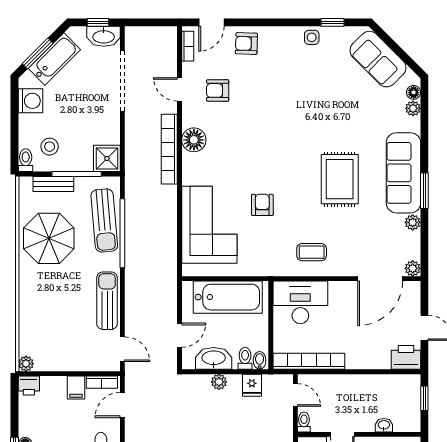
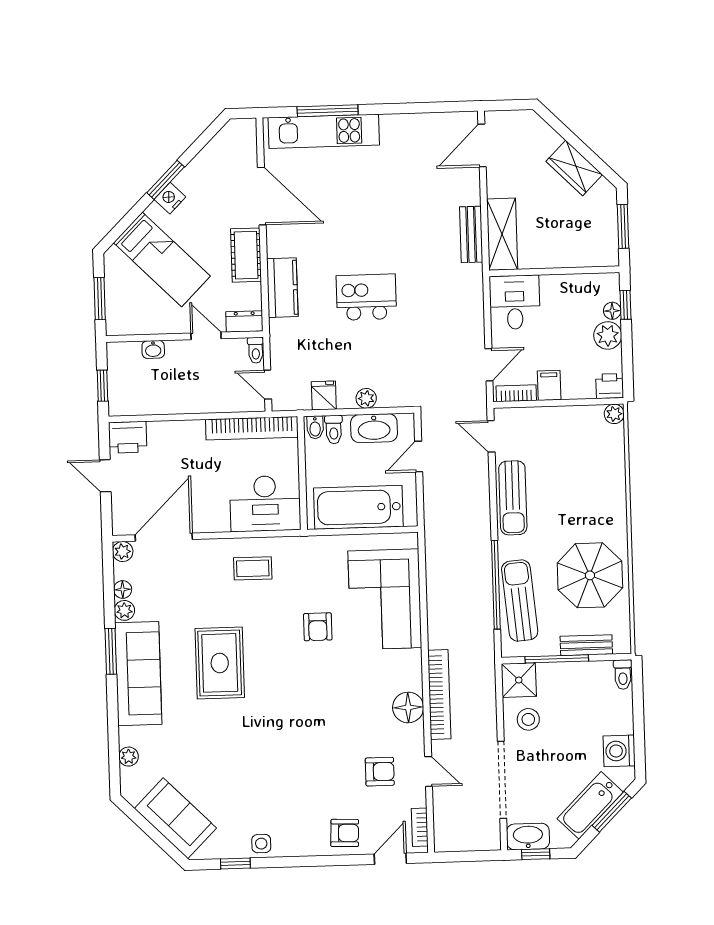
floor lamp: (414, 92) -> (123, 590), moved
stool: (50, 147) -> (528, 719), moved
plant: (29, 425) -> (608, 335), added

